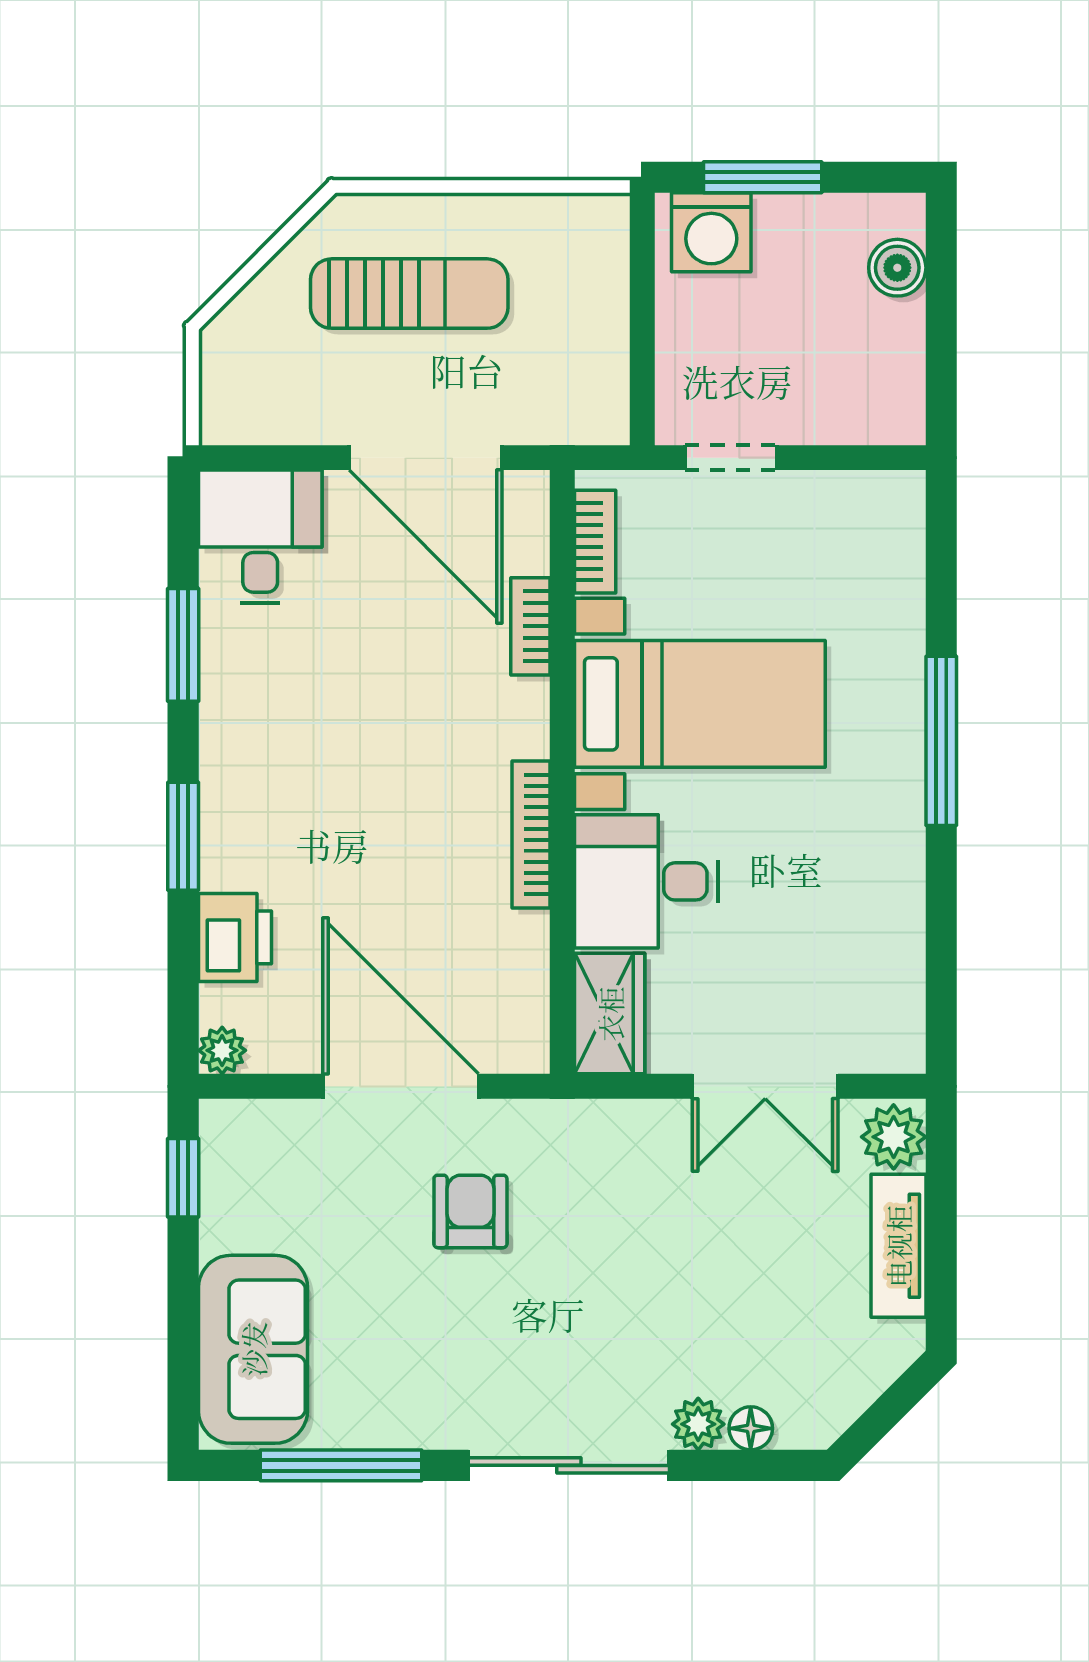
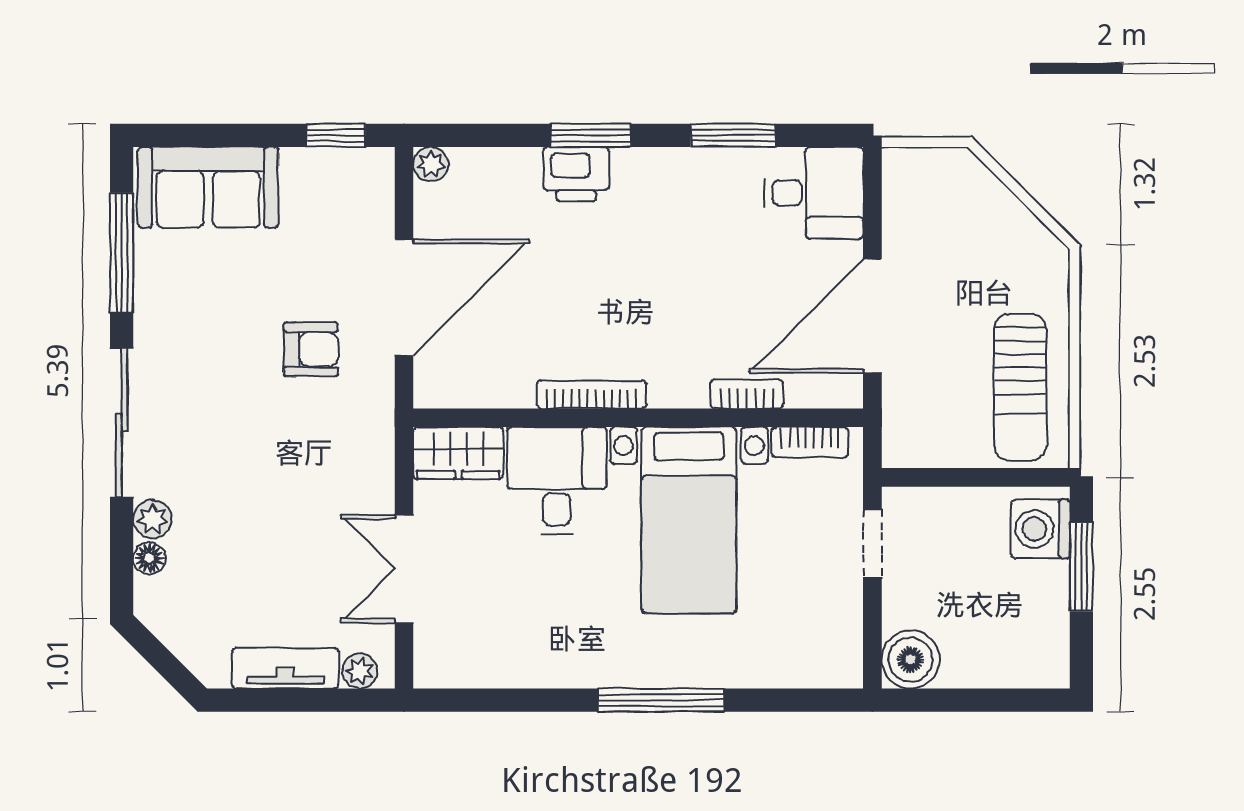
boiler: (897, 268) -> (911, 660), moved, width x1.36, depth x1.36
sun lounger: (409, 294) -> (1020, 387), moved
printer: (235, 937) -> (576, 174), moved
plant: (894, 1137) -> (360, 671), width x0.73, depth x0.73

